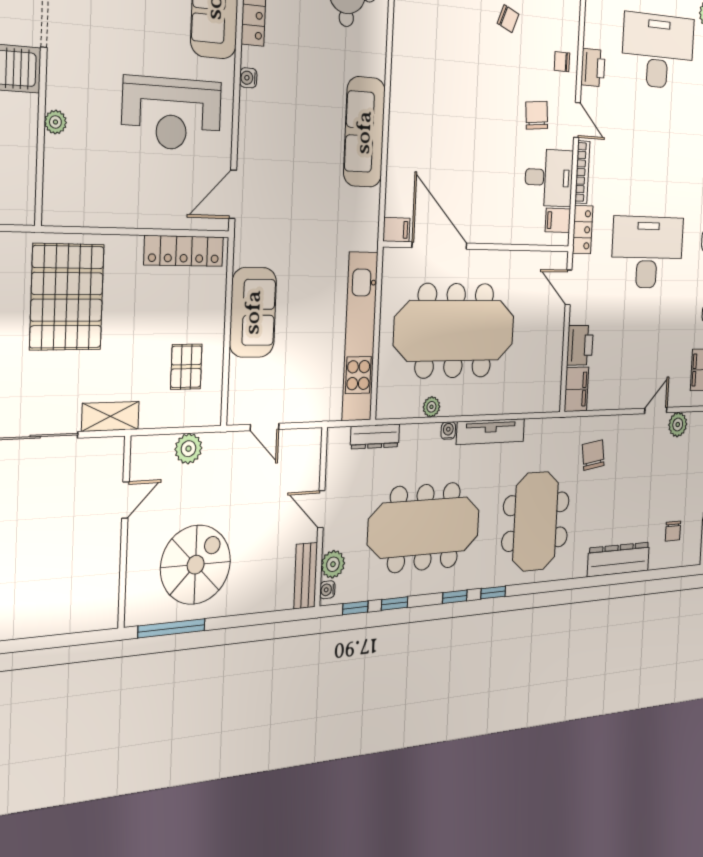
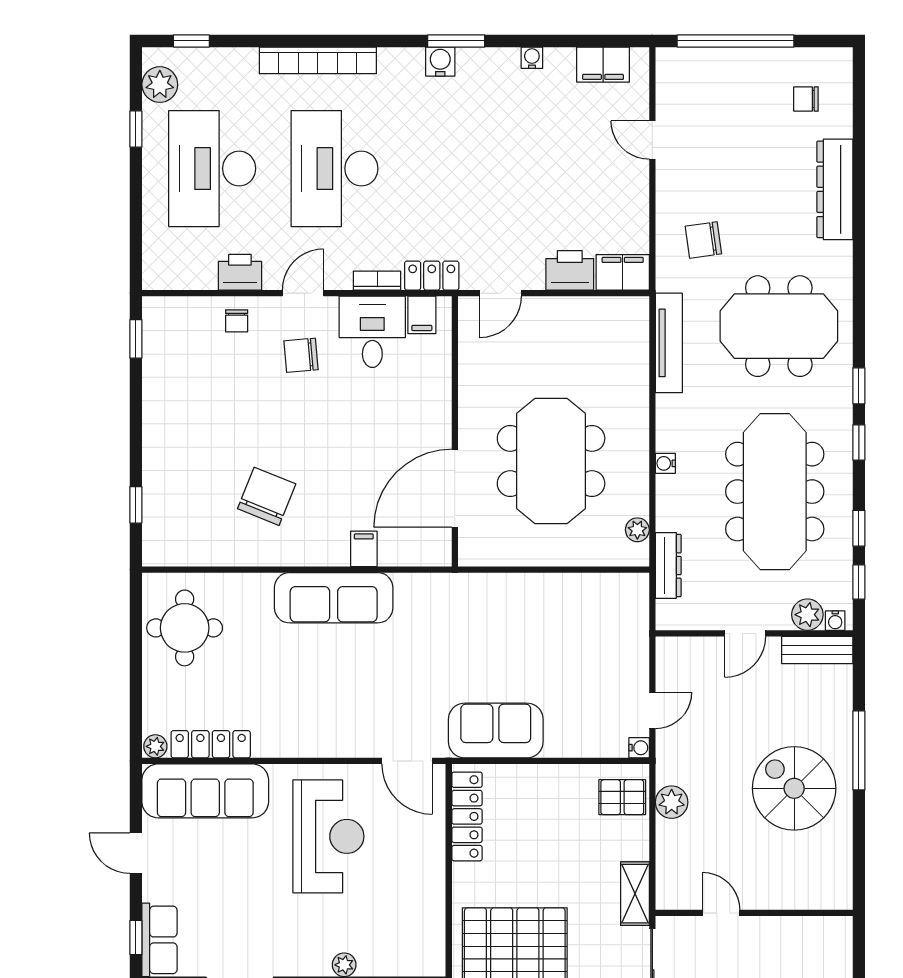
chair: (508, 19) -> (267, 496), moved, width x1.87, depth x1.87
water cooler: (248, 78) -> (639, 748), moved, turned -90
bookcase: (582, 172) -> (377, 281), width x0.64
filing cabinet: (396, 230) -> (364, 549), moved
desk: (647, 252) -> (334, 169), moved
sofa: (253, 312) -> (496, 730), moved
meeting table: (455, 331) -> (551, 461), width x0.73
kitchen unit: (360, 336) -> (557, 592), removed
pallet: (186, 367) -> (622, 797), moved
plant: (431, 407) -> (637, 530), moved
plant: (678, 425) -> (671, 101), removed
tv unit: (491, 432) -> (669, 343), moved
door: (125, 500) -> (721, 913), moved
chair: (673, 531) -> (806, 99), turned 180
wall: (124, 532) -> (754, 913), moved
window: (172, 628) -> (859, 750), moved

